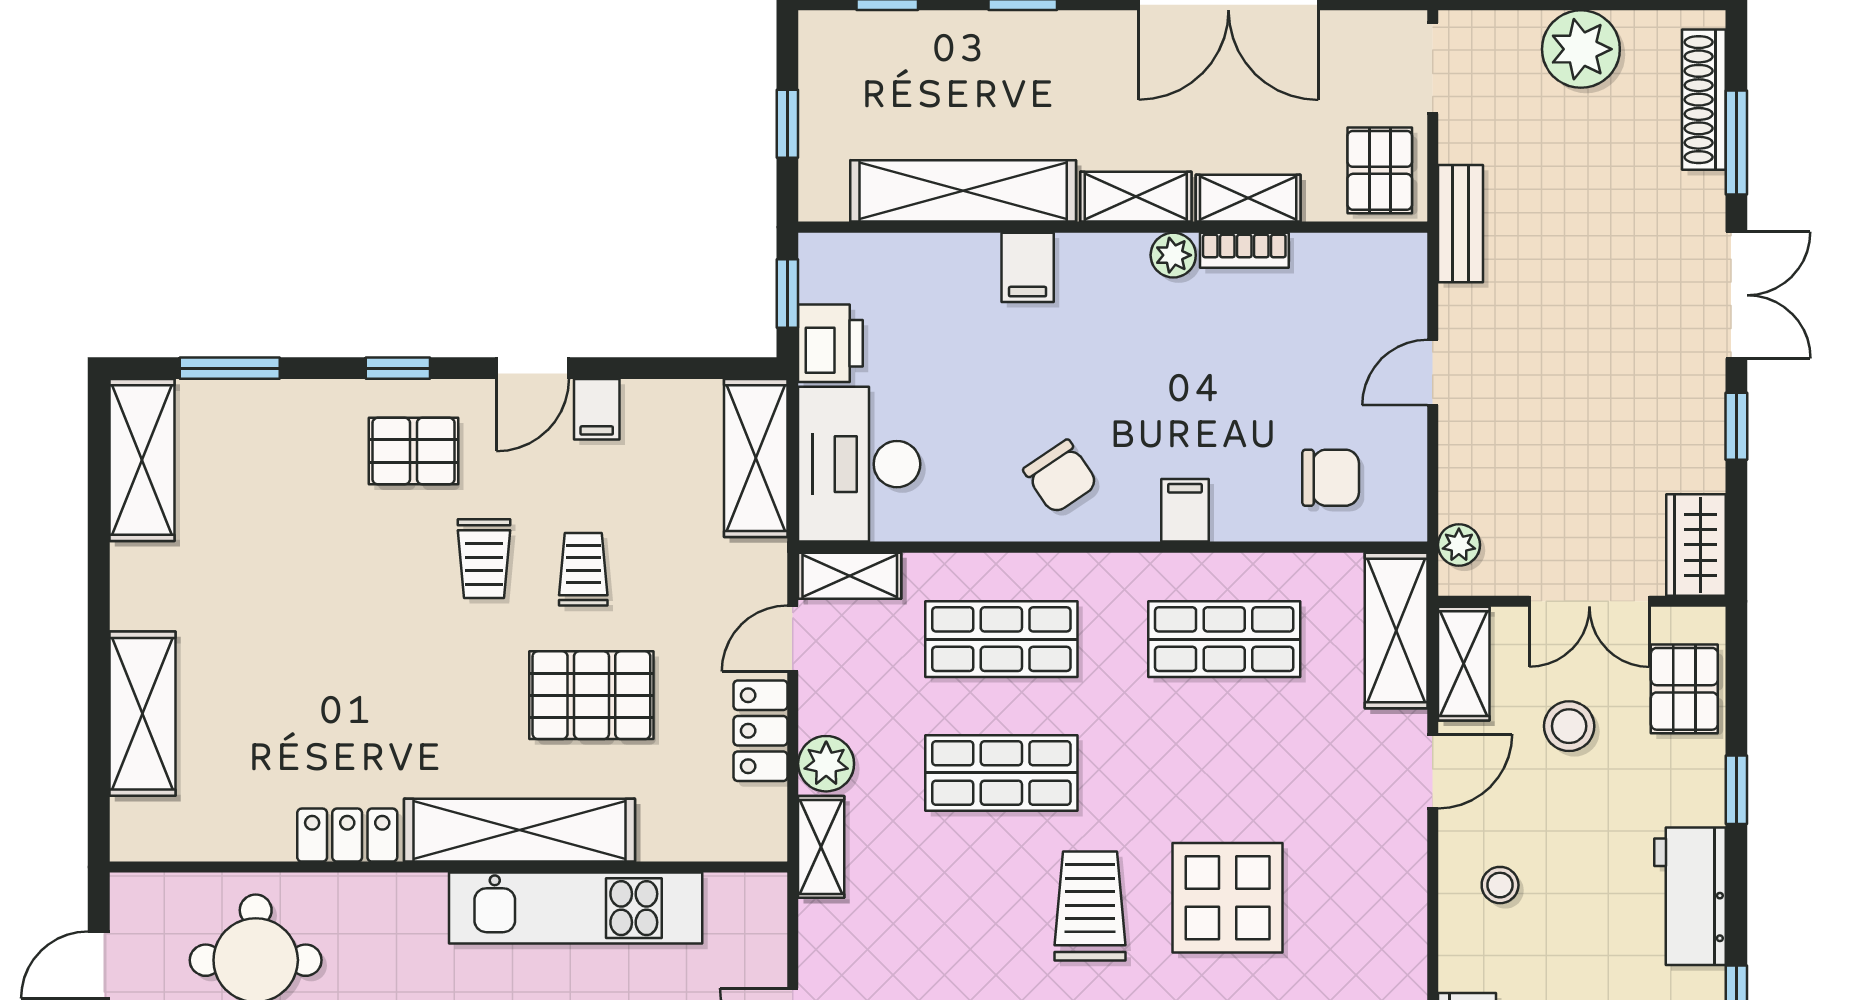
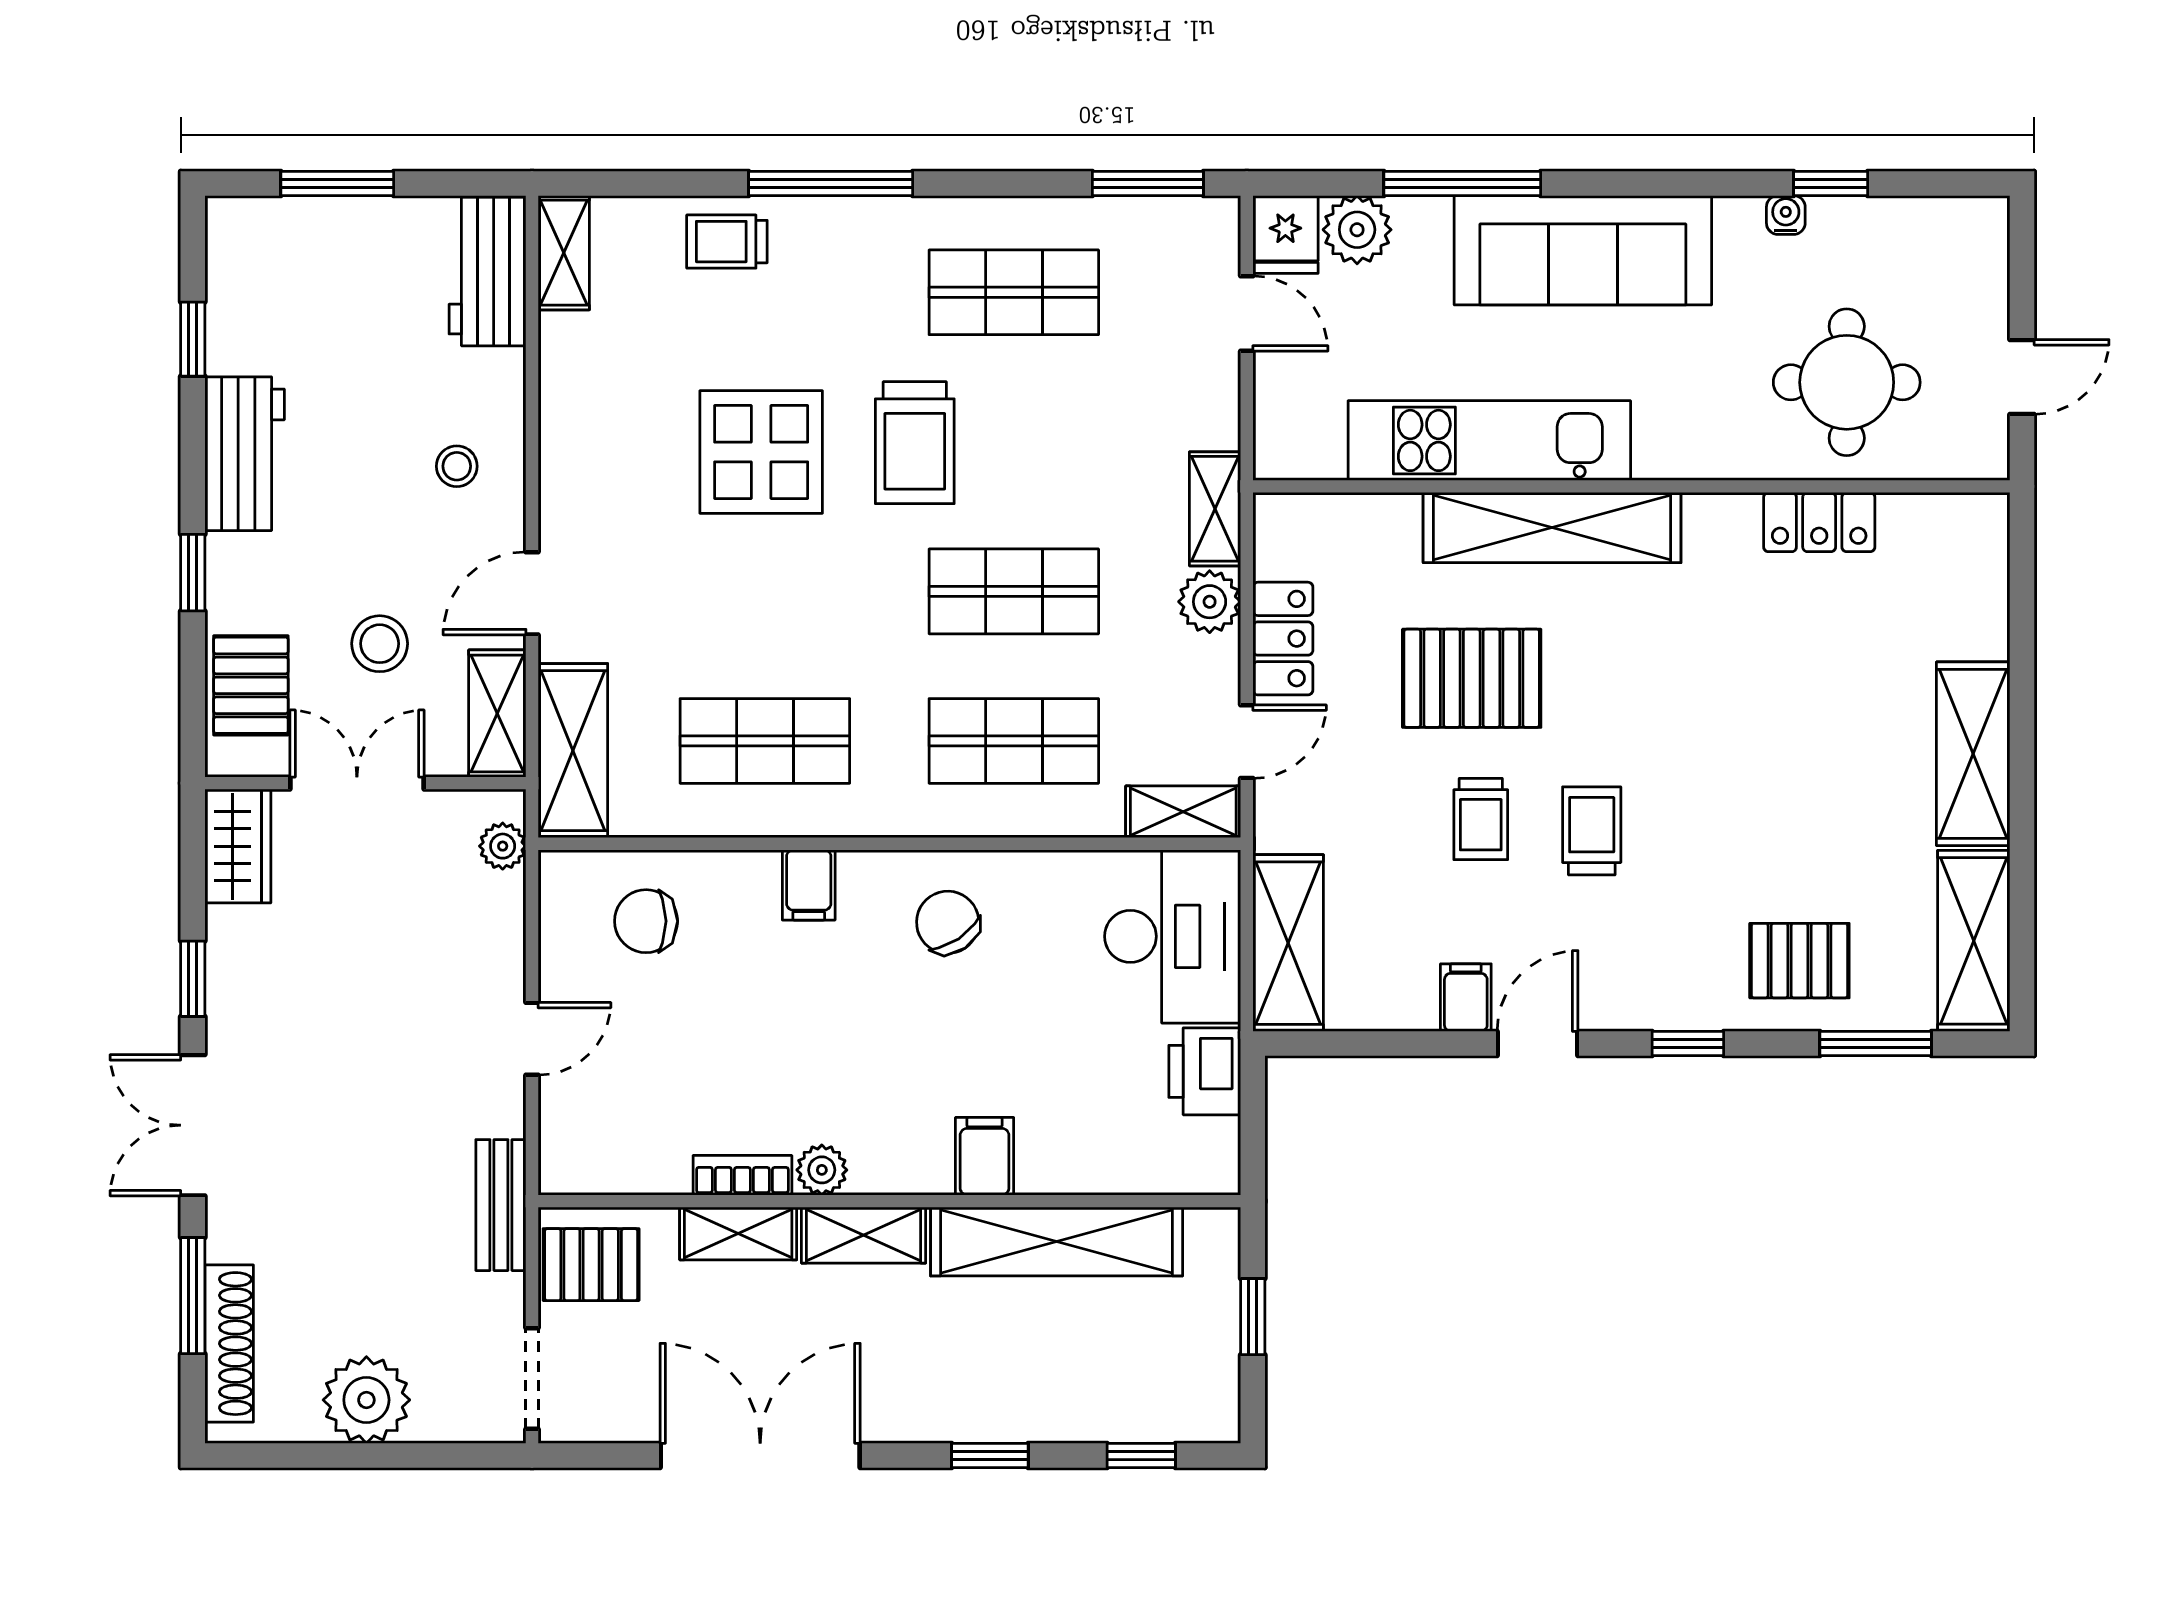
pallet: (1380, 170) -> (591, 1265), turned 90
window: (787, 294) -> (1253, 1127), removed
pallet: (414, 451) -> (1799, 961), moved
shelving: (142, 714) -> (1973, 754), moved
locker: (347, 835) -> (1819, 522), moved

